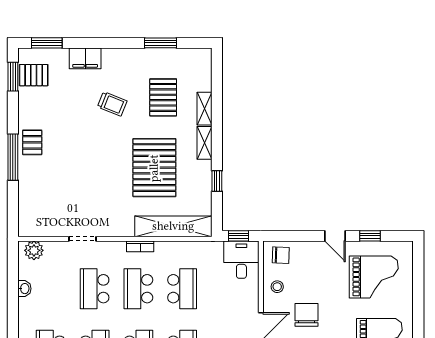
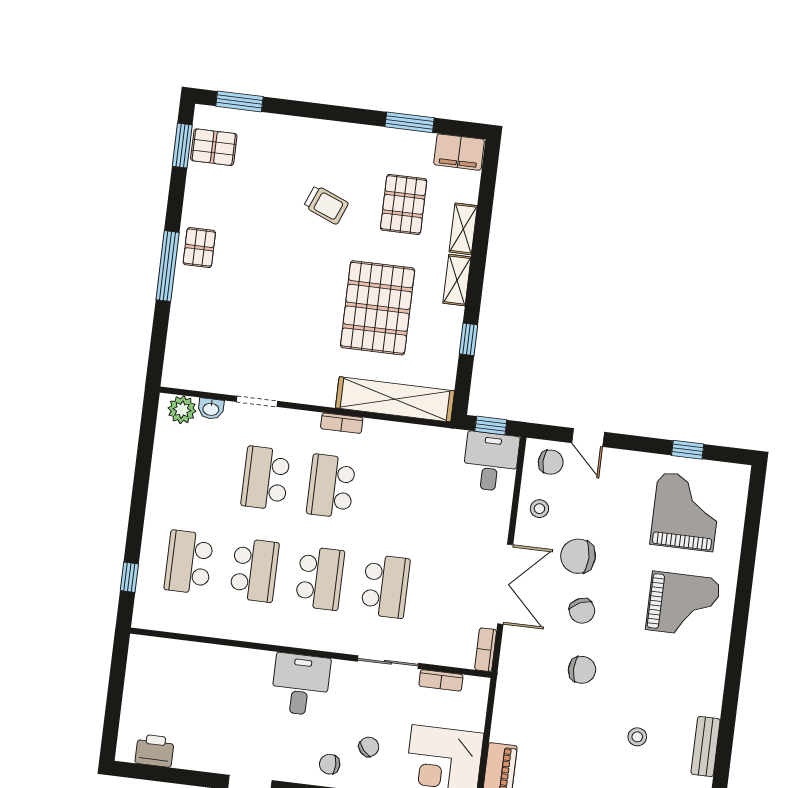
filing cabinet: (85, 58) -> (459, 152), moved
door: (335, 236) -> (588, 437), moved
grand piano: (374, 277) -> (686, 512), turned -90
washbasin: (24, 289) -> (211, 409), moved, turned 90
school desk: (182, 289) -> (397, 494), removed
chair: (306, 315) -> (578, 556), turned -90

